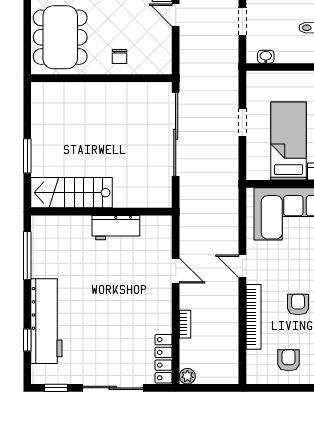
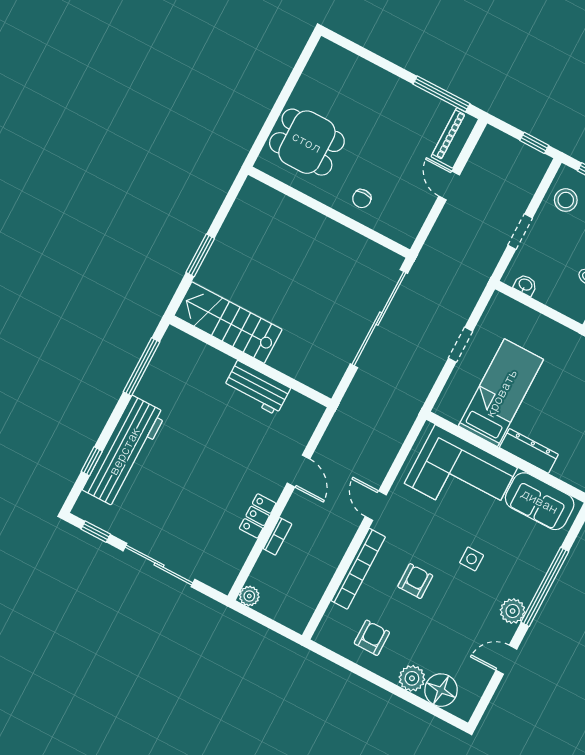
dining table: (60, 37) -> (307, 142), width x0.73
locker: (164, 359) -> (258, 516), moved, width x0.66

